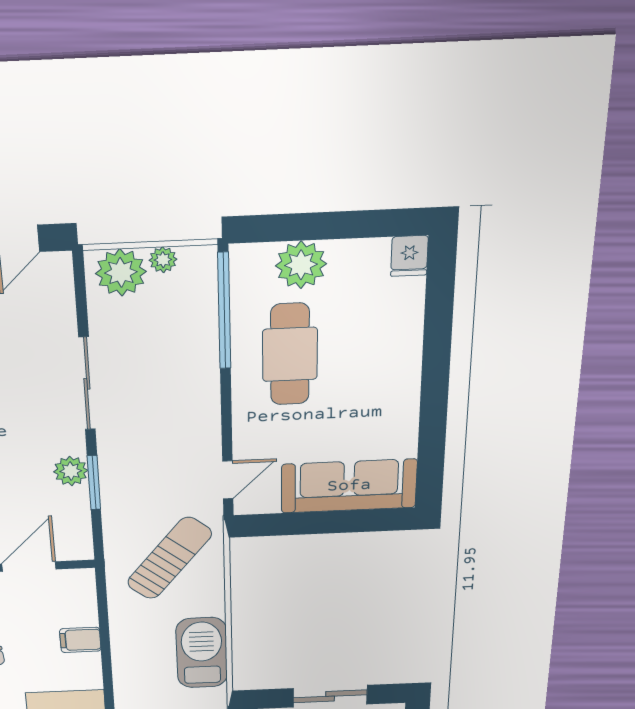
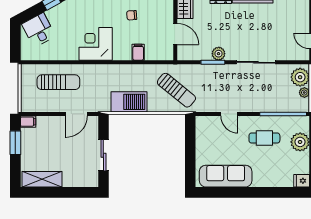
cafe table: (290, 354) -> (264, 138), width x0.73, depth x0.74
door: (228, 480) -> (229, 114), moved
sofa: (349, 486) -> (226, 176), moved, turned -90

